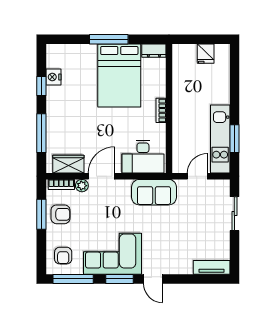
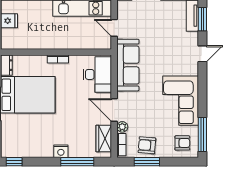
nightstand: (53, 77) -> (61, 151), moved
window: (41, 86) -> (14, 162), moved
sofa: (154, 192) -> (128, 65), width x1.36
armchair: (61, 214) -> (147, 145), turned -85
window: (119, 279) -> (202, 19), moved
door: (153, 279) -> (202, 54), moved

